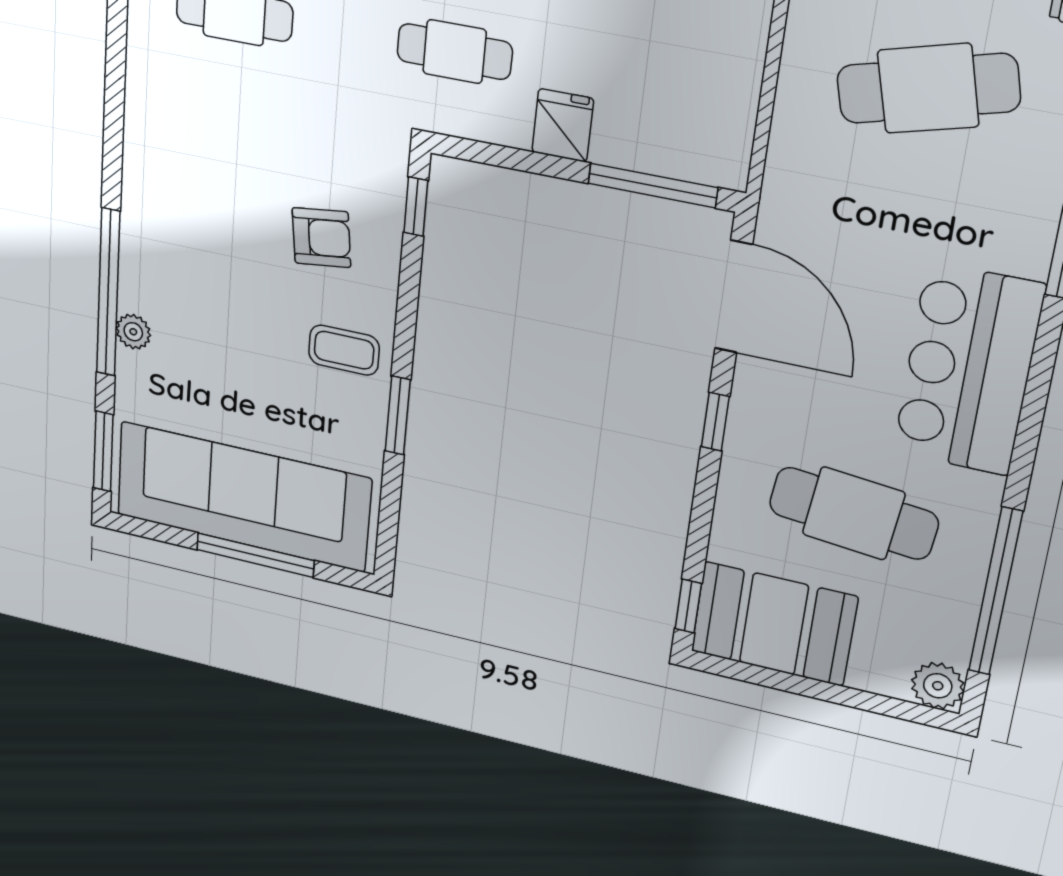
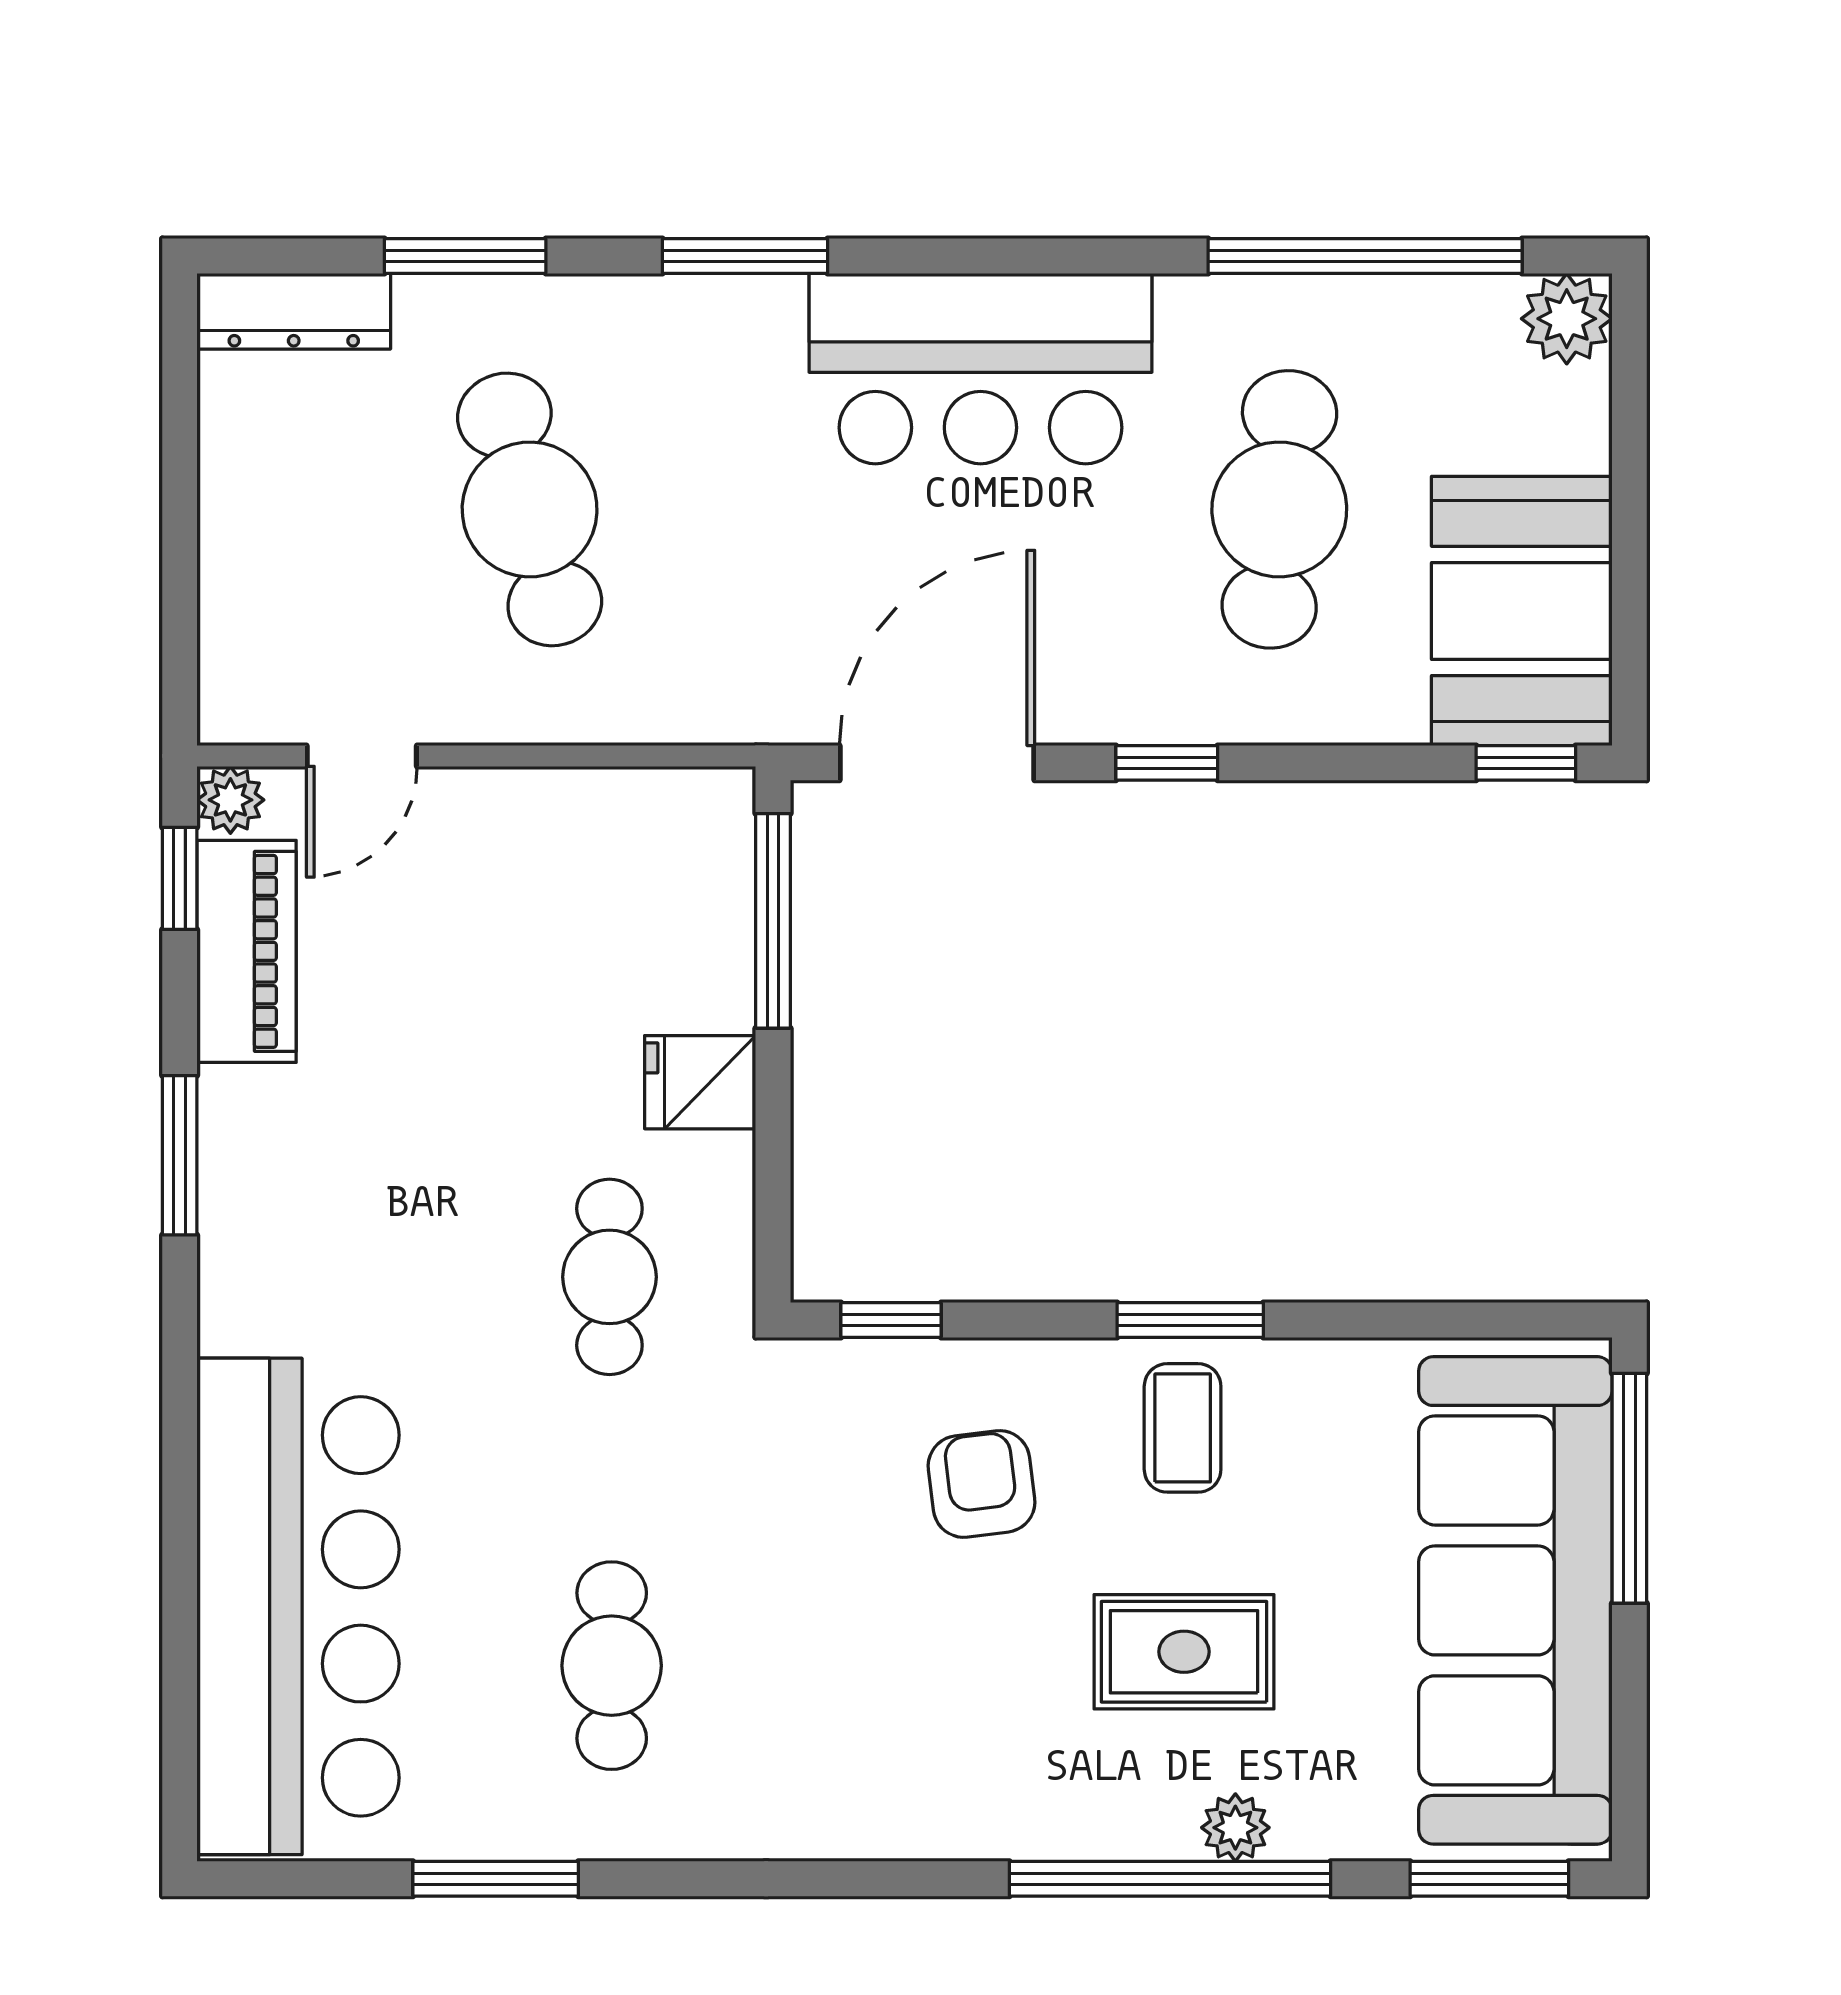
rug: (225, 325) -> (1184, 1652), added
window: (398, 416) -> (1190, 1320), moved
window: (255, 555) -> (1629, 1488), moved

